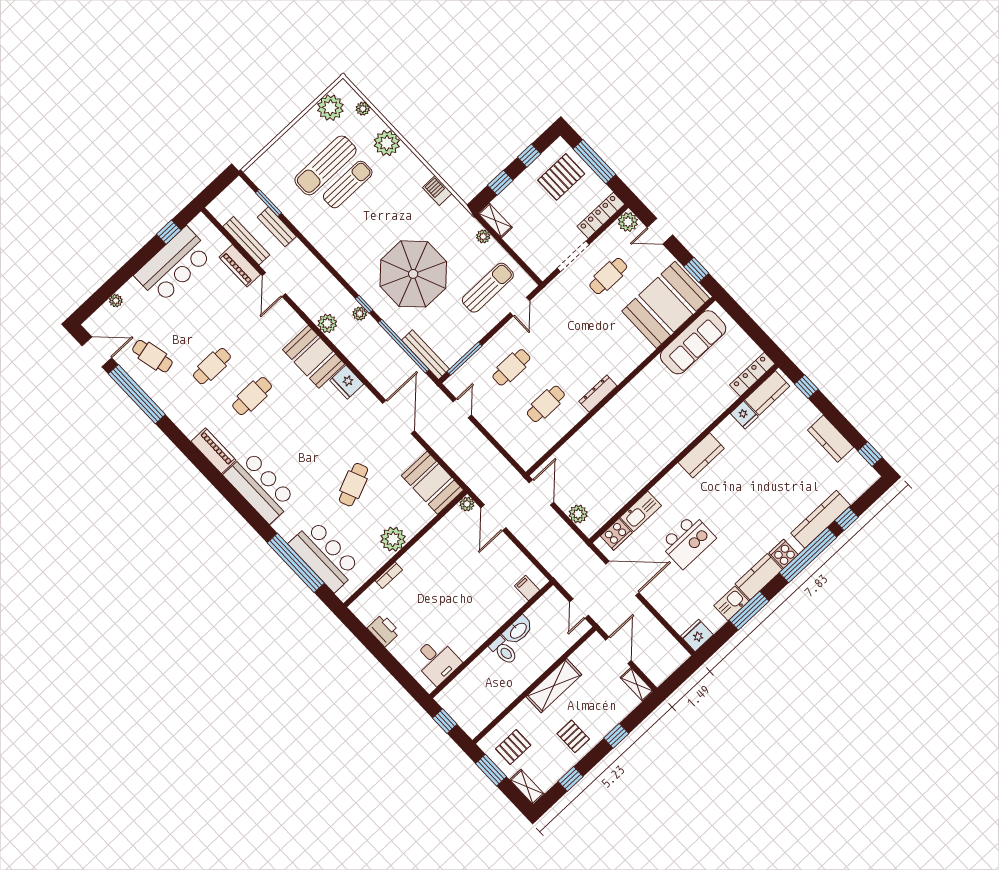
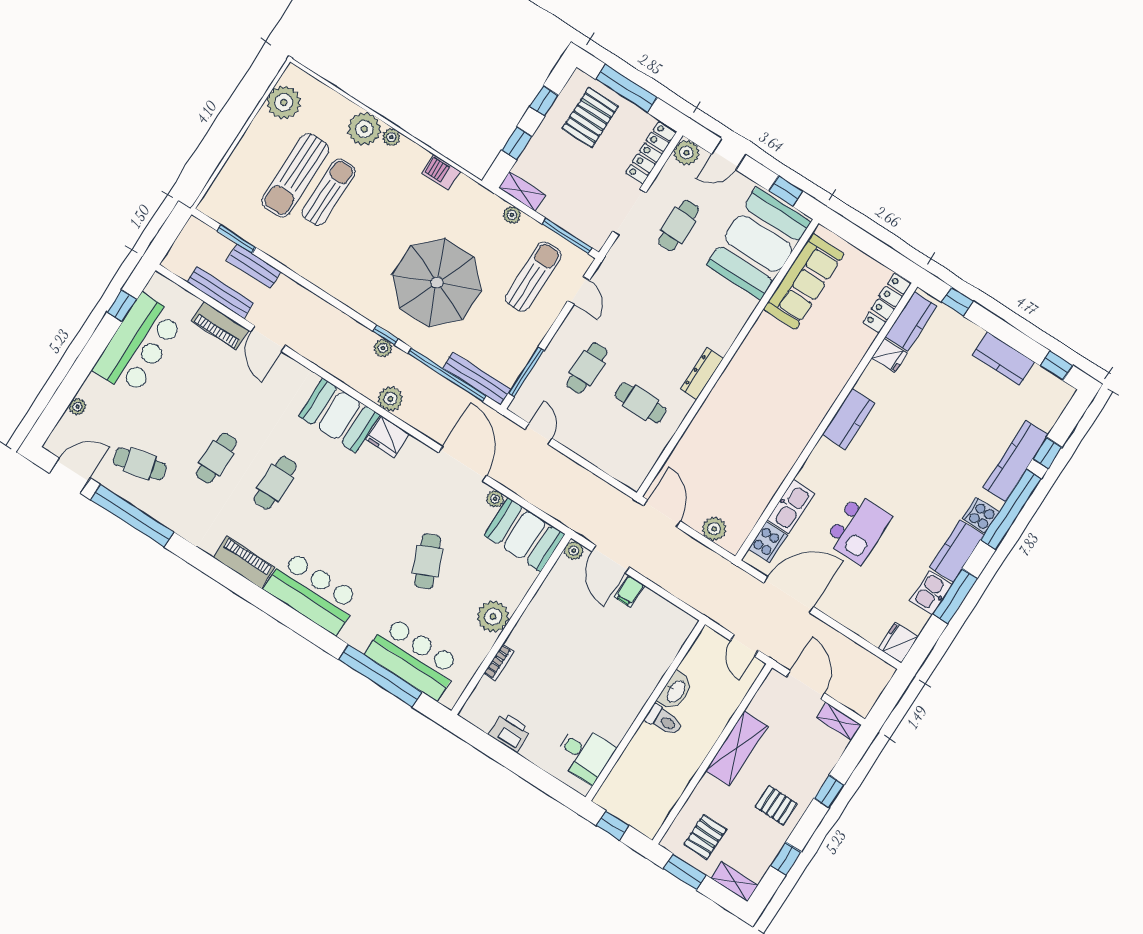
plant: (363, 109) -> (391, 137), moved
window: (521, 263) -> (567, 236), added
plant: (327, 323) -> (390, 399), moved
cafe table: (546, 404) -> (641, 403), turned 90
plant: (417, 450) -> (495, 499), added
filing cabinet: (527, 588) -> (630, 591), moved, turned -90

